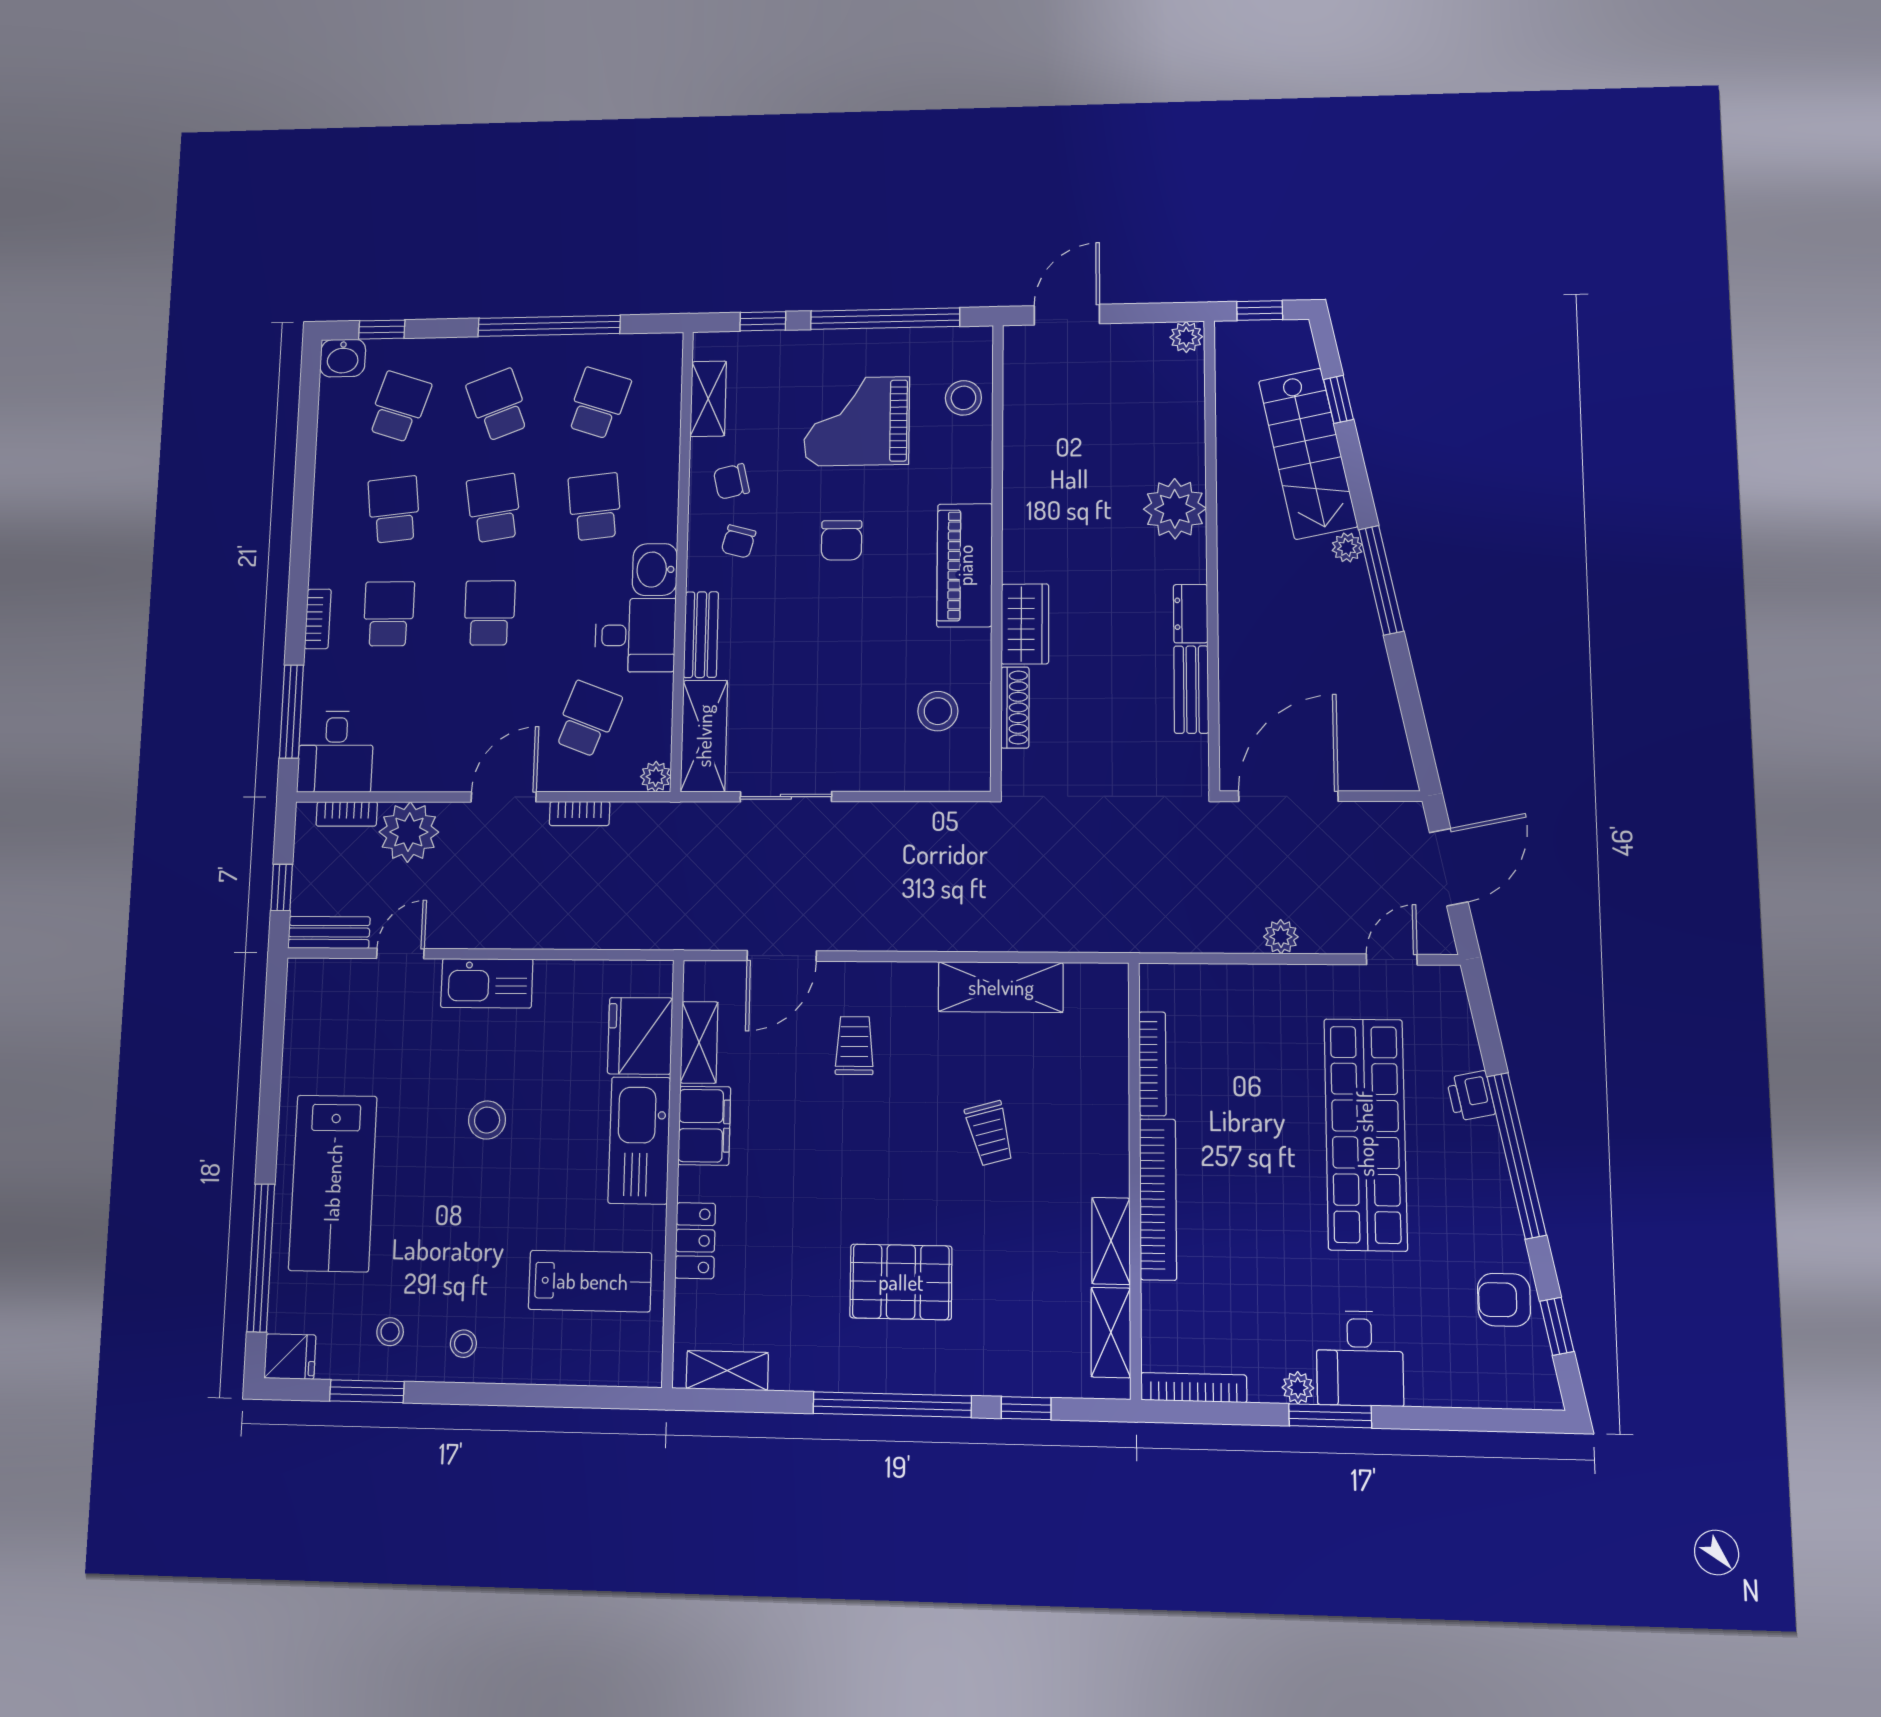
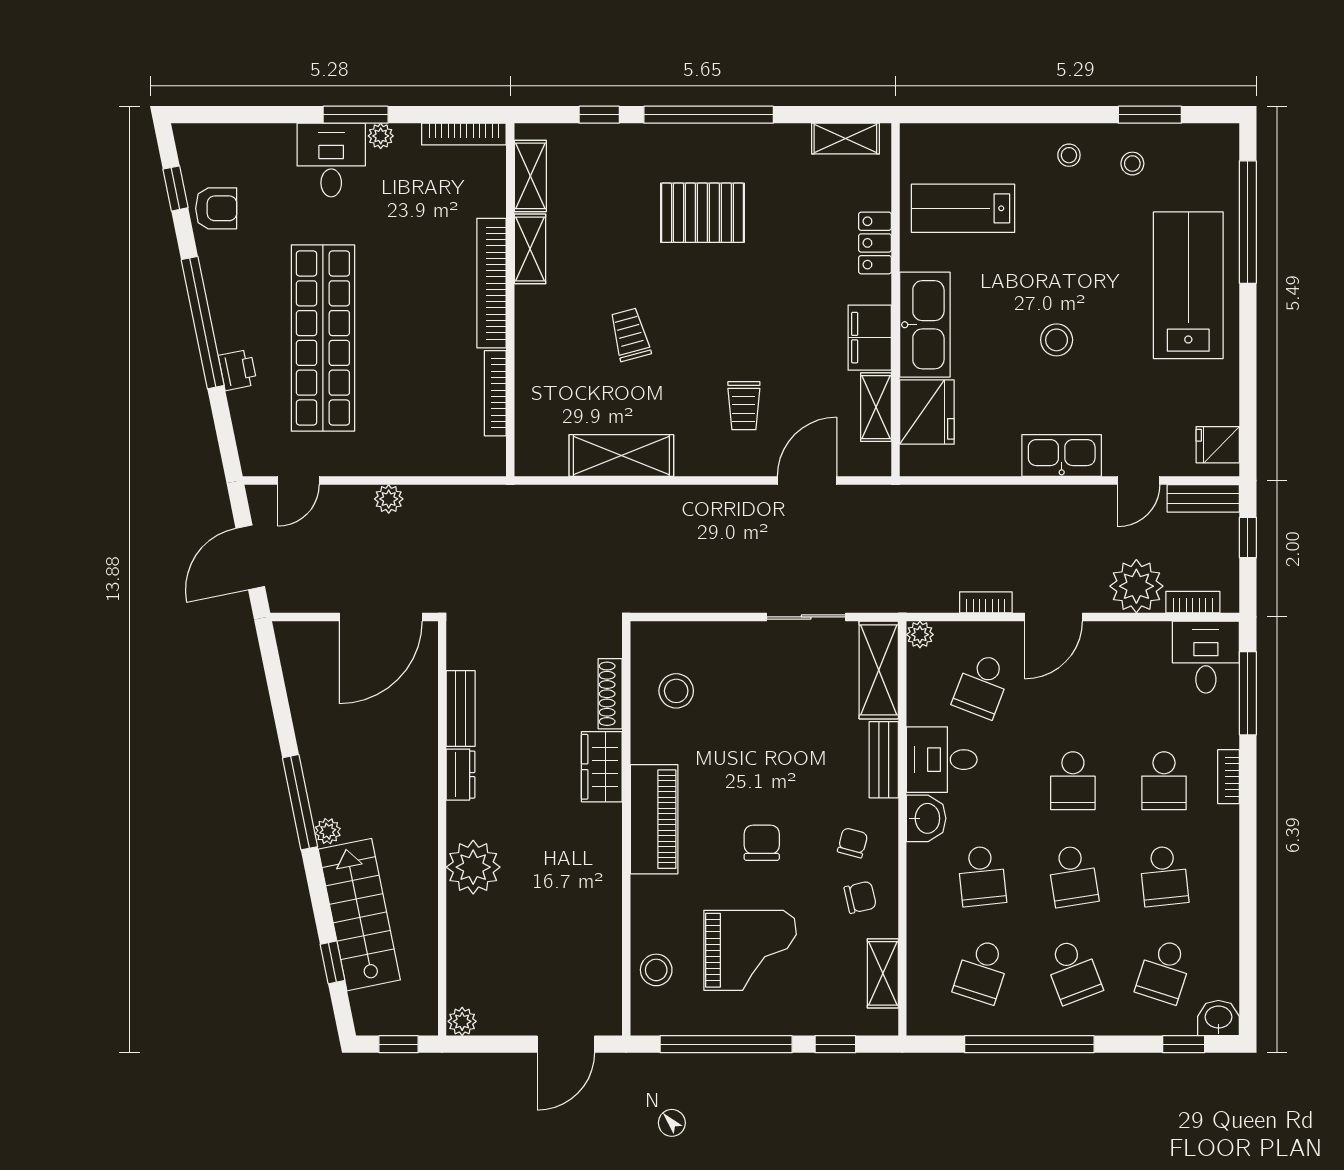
fridge: (290, 1357) -> (1218, 445), moved

